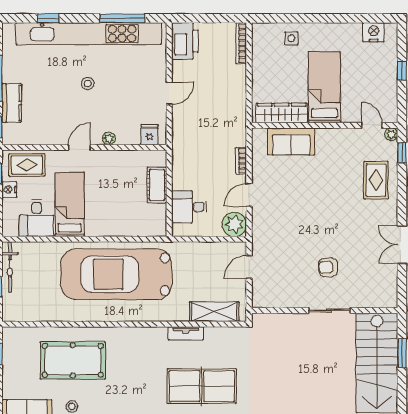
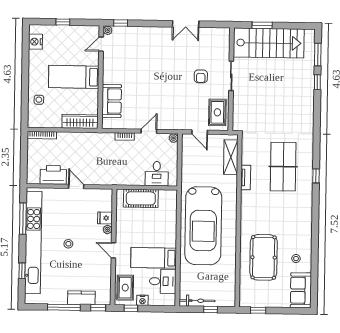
printer: (185, 41) -> (53, 175), moved
wardrobe: (282, 113) -> (80, 121), moved, turned 90
fridge: (149, 135) -> (105, 218), moved
rug: (376, 180) -> (217, 112), moved, turned 90
cot: (157, 185) -> (141, 198), width x1.37, depth x1.34
door: (249, 195) -> (149, 131), swing flipped
plant: (234, 224) -> (174, 138), width x0.53, depth x0.53

